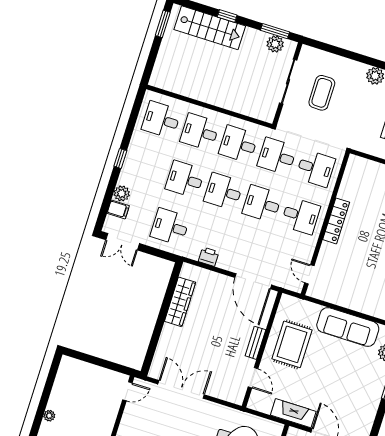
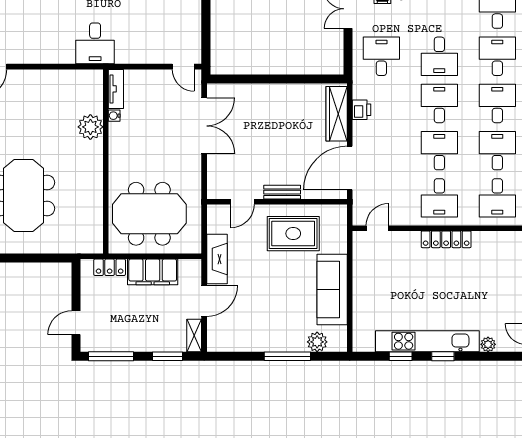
desk: (185, 179) -> (439, 56), turned 180
wardrobe: (180, 302) -> (337, 114), moved, turned 90

